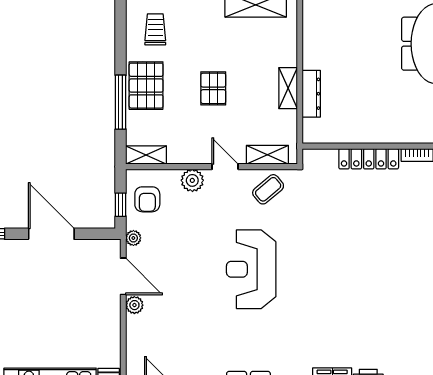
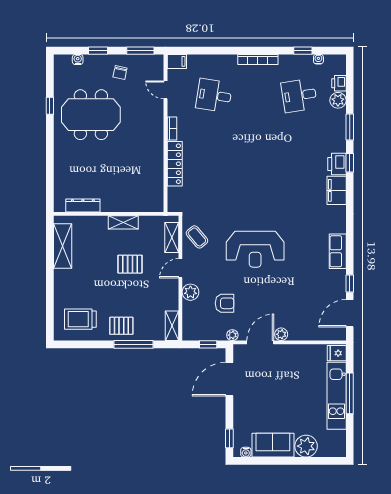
trolley: (155, 29) -> (80, 319), width x1.36, depth x1.39
pallet: (146, 86) -> (121, 326), width x0.67, depth x0.71
pallet: (213, 88) -> (130, 264), moved
dresser: (311, 94) -> (83, 205), moved
armchair: (147, 199) -> (225, 303), moved
door: (51, 234) -> (229, 379), moved

